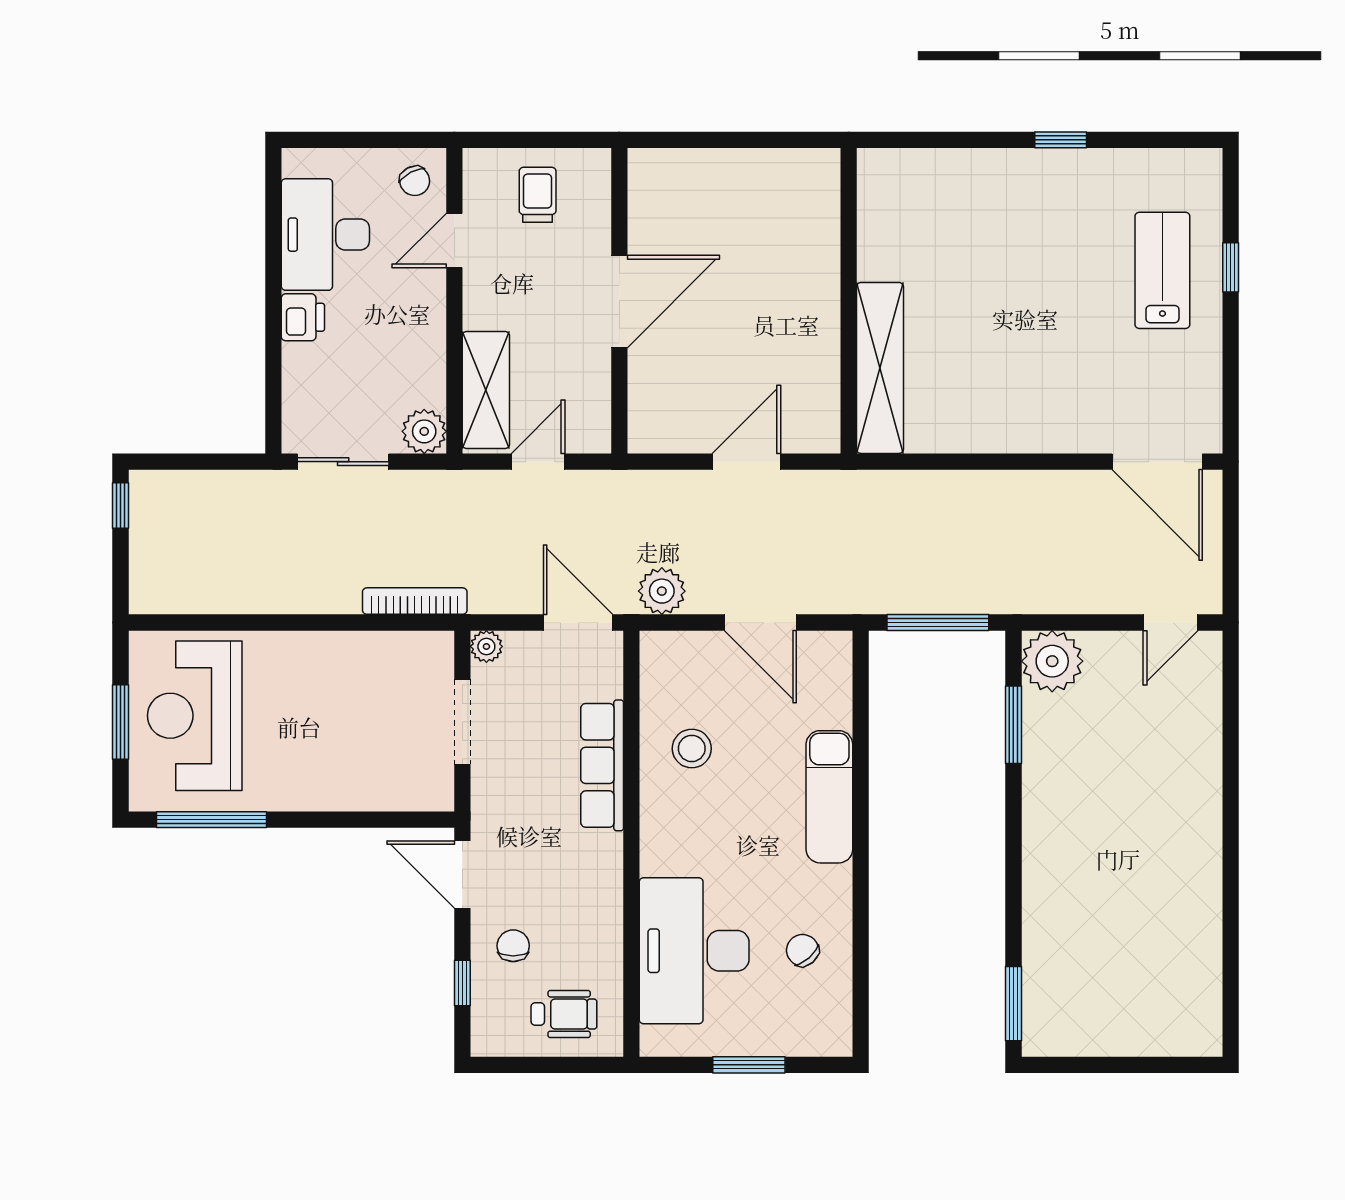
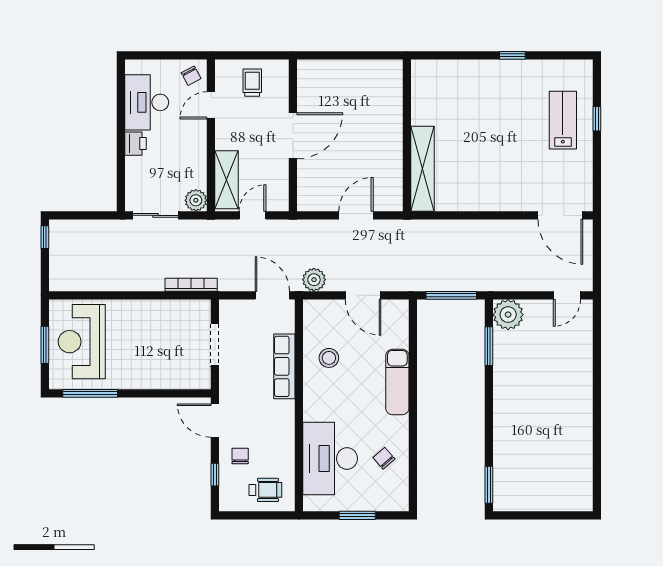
plant: (486, 646) -> (227, 307), removed

